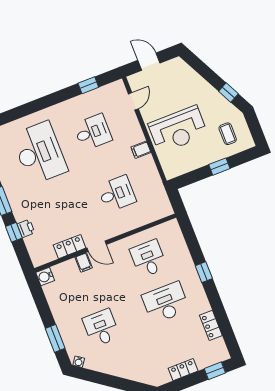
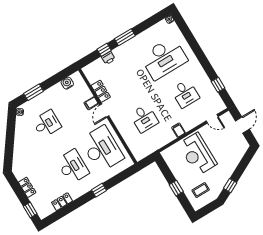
desk: (148, 259) -> (102, 149), width x1.87, depth x1.30
water cooler: (45, 277) -> (67, 83), moved

